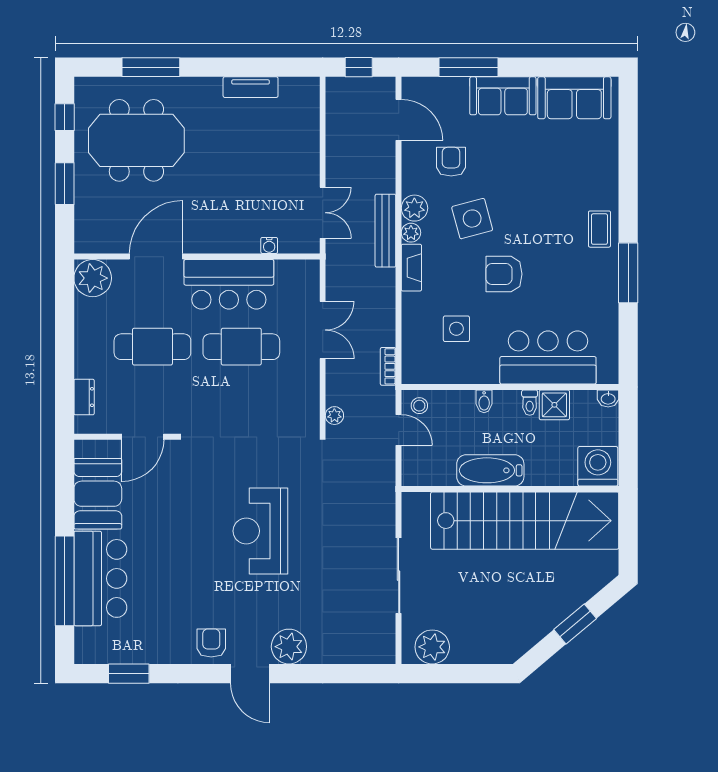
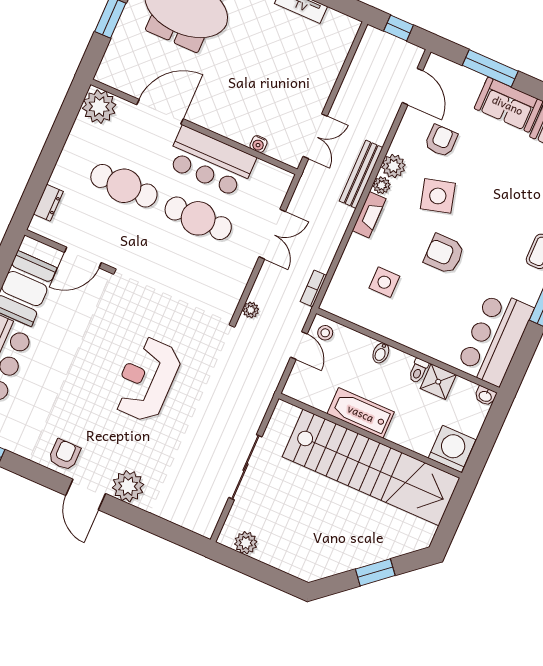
bar counter: (548, 357) -> (495, 338), moved, turned -90
plant: (432, 647) -> (246, 543), width x0.73, depth x0.73

